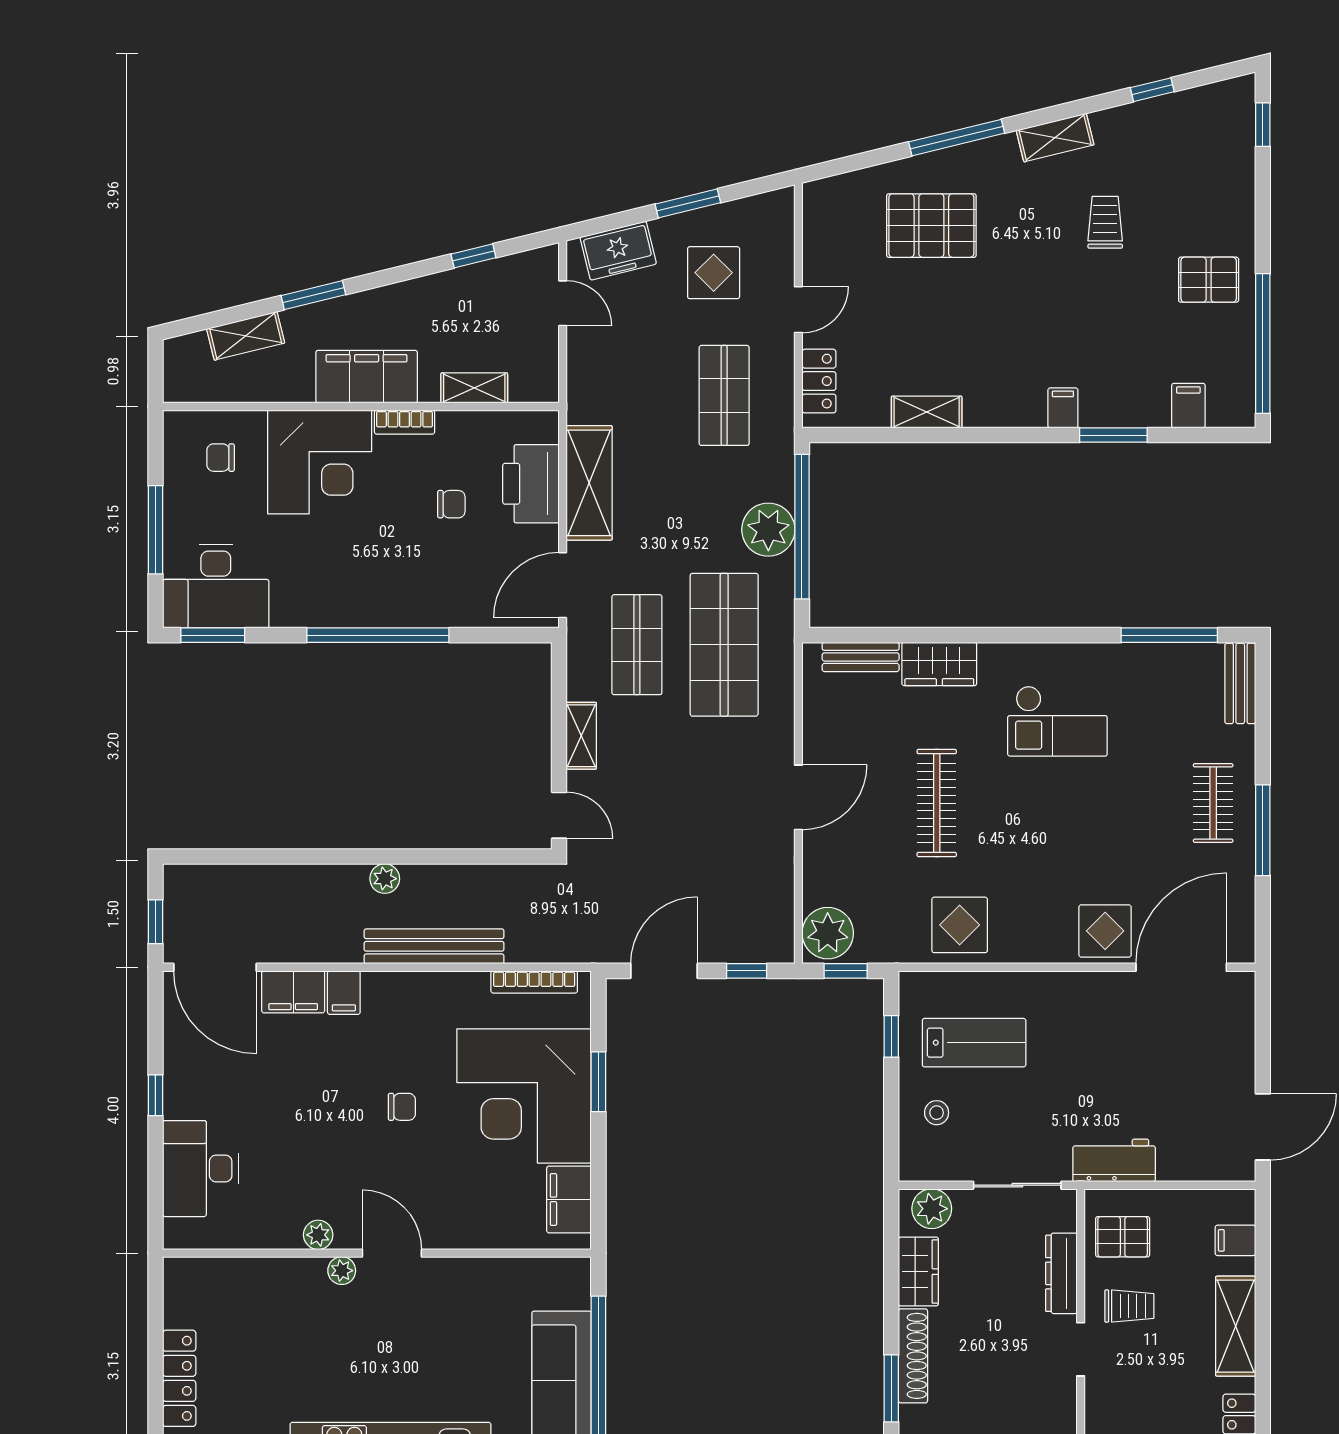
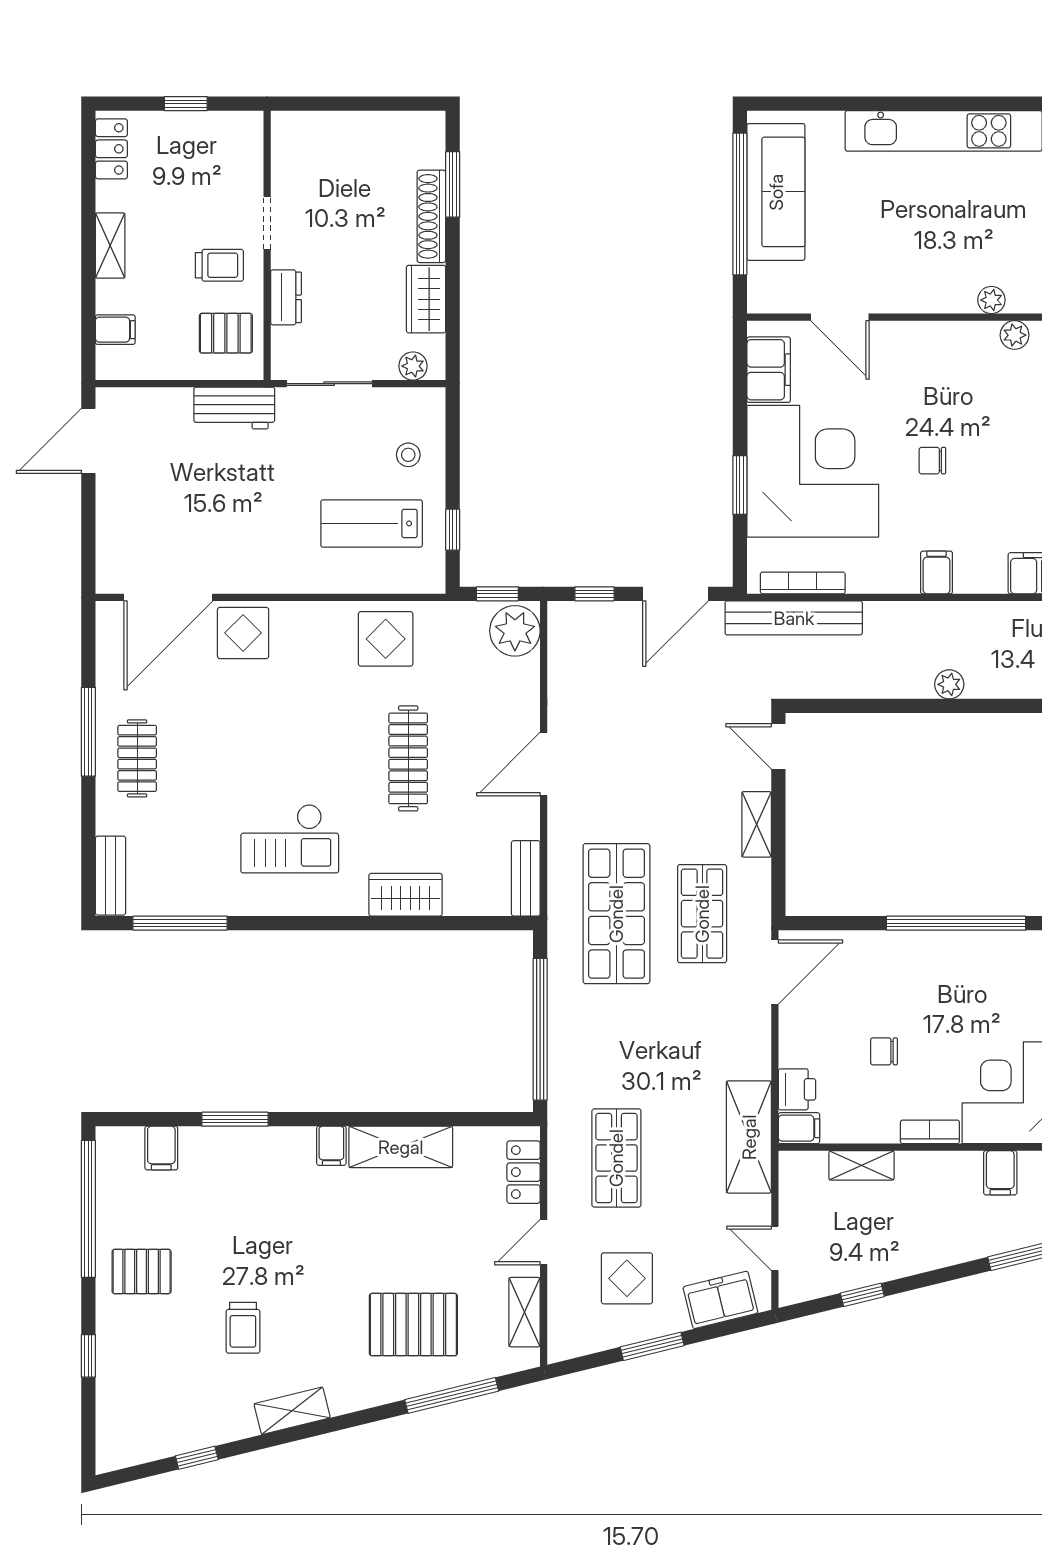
window: (1263, 125) -> (88, 1356), moved
window: (957, 138) -> (452, 1395), moved
shelving: (818, 238) -> (525, 1312), added
filing cabinet: (367, 377) -> (1000, 1173), width x0.33, depth x0.86
filing cabinet: (1063, 408) -> (331, 1146), moved
shelving: (927, 412) -> (401, 1147), width x1.50, depth x1.33
filing cabinet: (538, 426) -> (799, 1128), added
shelving: (589, 483) -> (749, 1137), moved
printer: (531, 484) -> (797, 1089), width x0.53, depth x0.68
plant: (768, 530) -> (573, 1026), removed
bench: (861, 657) -> (526, 878), moved, turned 90
checkout: (1057, 721) -> (290, 839), turned 180
bench: (434, 946) -> (794, 618), moved
filing cabinet: (344, 993) -> (937, 572), moved
plant: (932, 1209) -> (413, 366), width x0.73, depth x0.73
door: (392, 1253) -> (840, 317), moved
dresser: (1061, 1273) -> (286, 297), width x0.70
trolley: (1129, 1306) -> (219, 265), turned 180
shelving: (1236, 1326) -> (110, 246), width x0.67, depth x0.75

